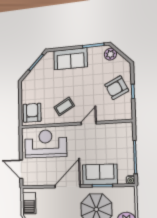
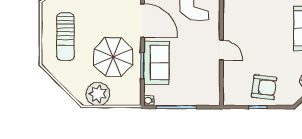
armchair: (117, 88) -> (264, 87), turned 123
coffee table: (64, 107) -> (245, 18), removed

